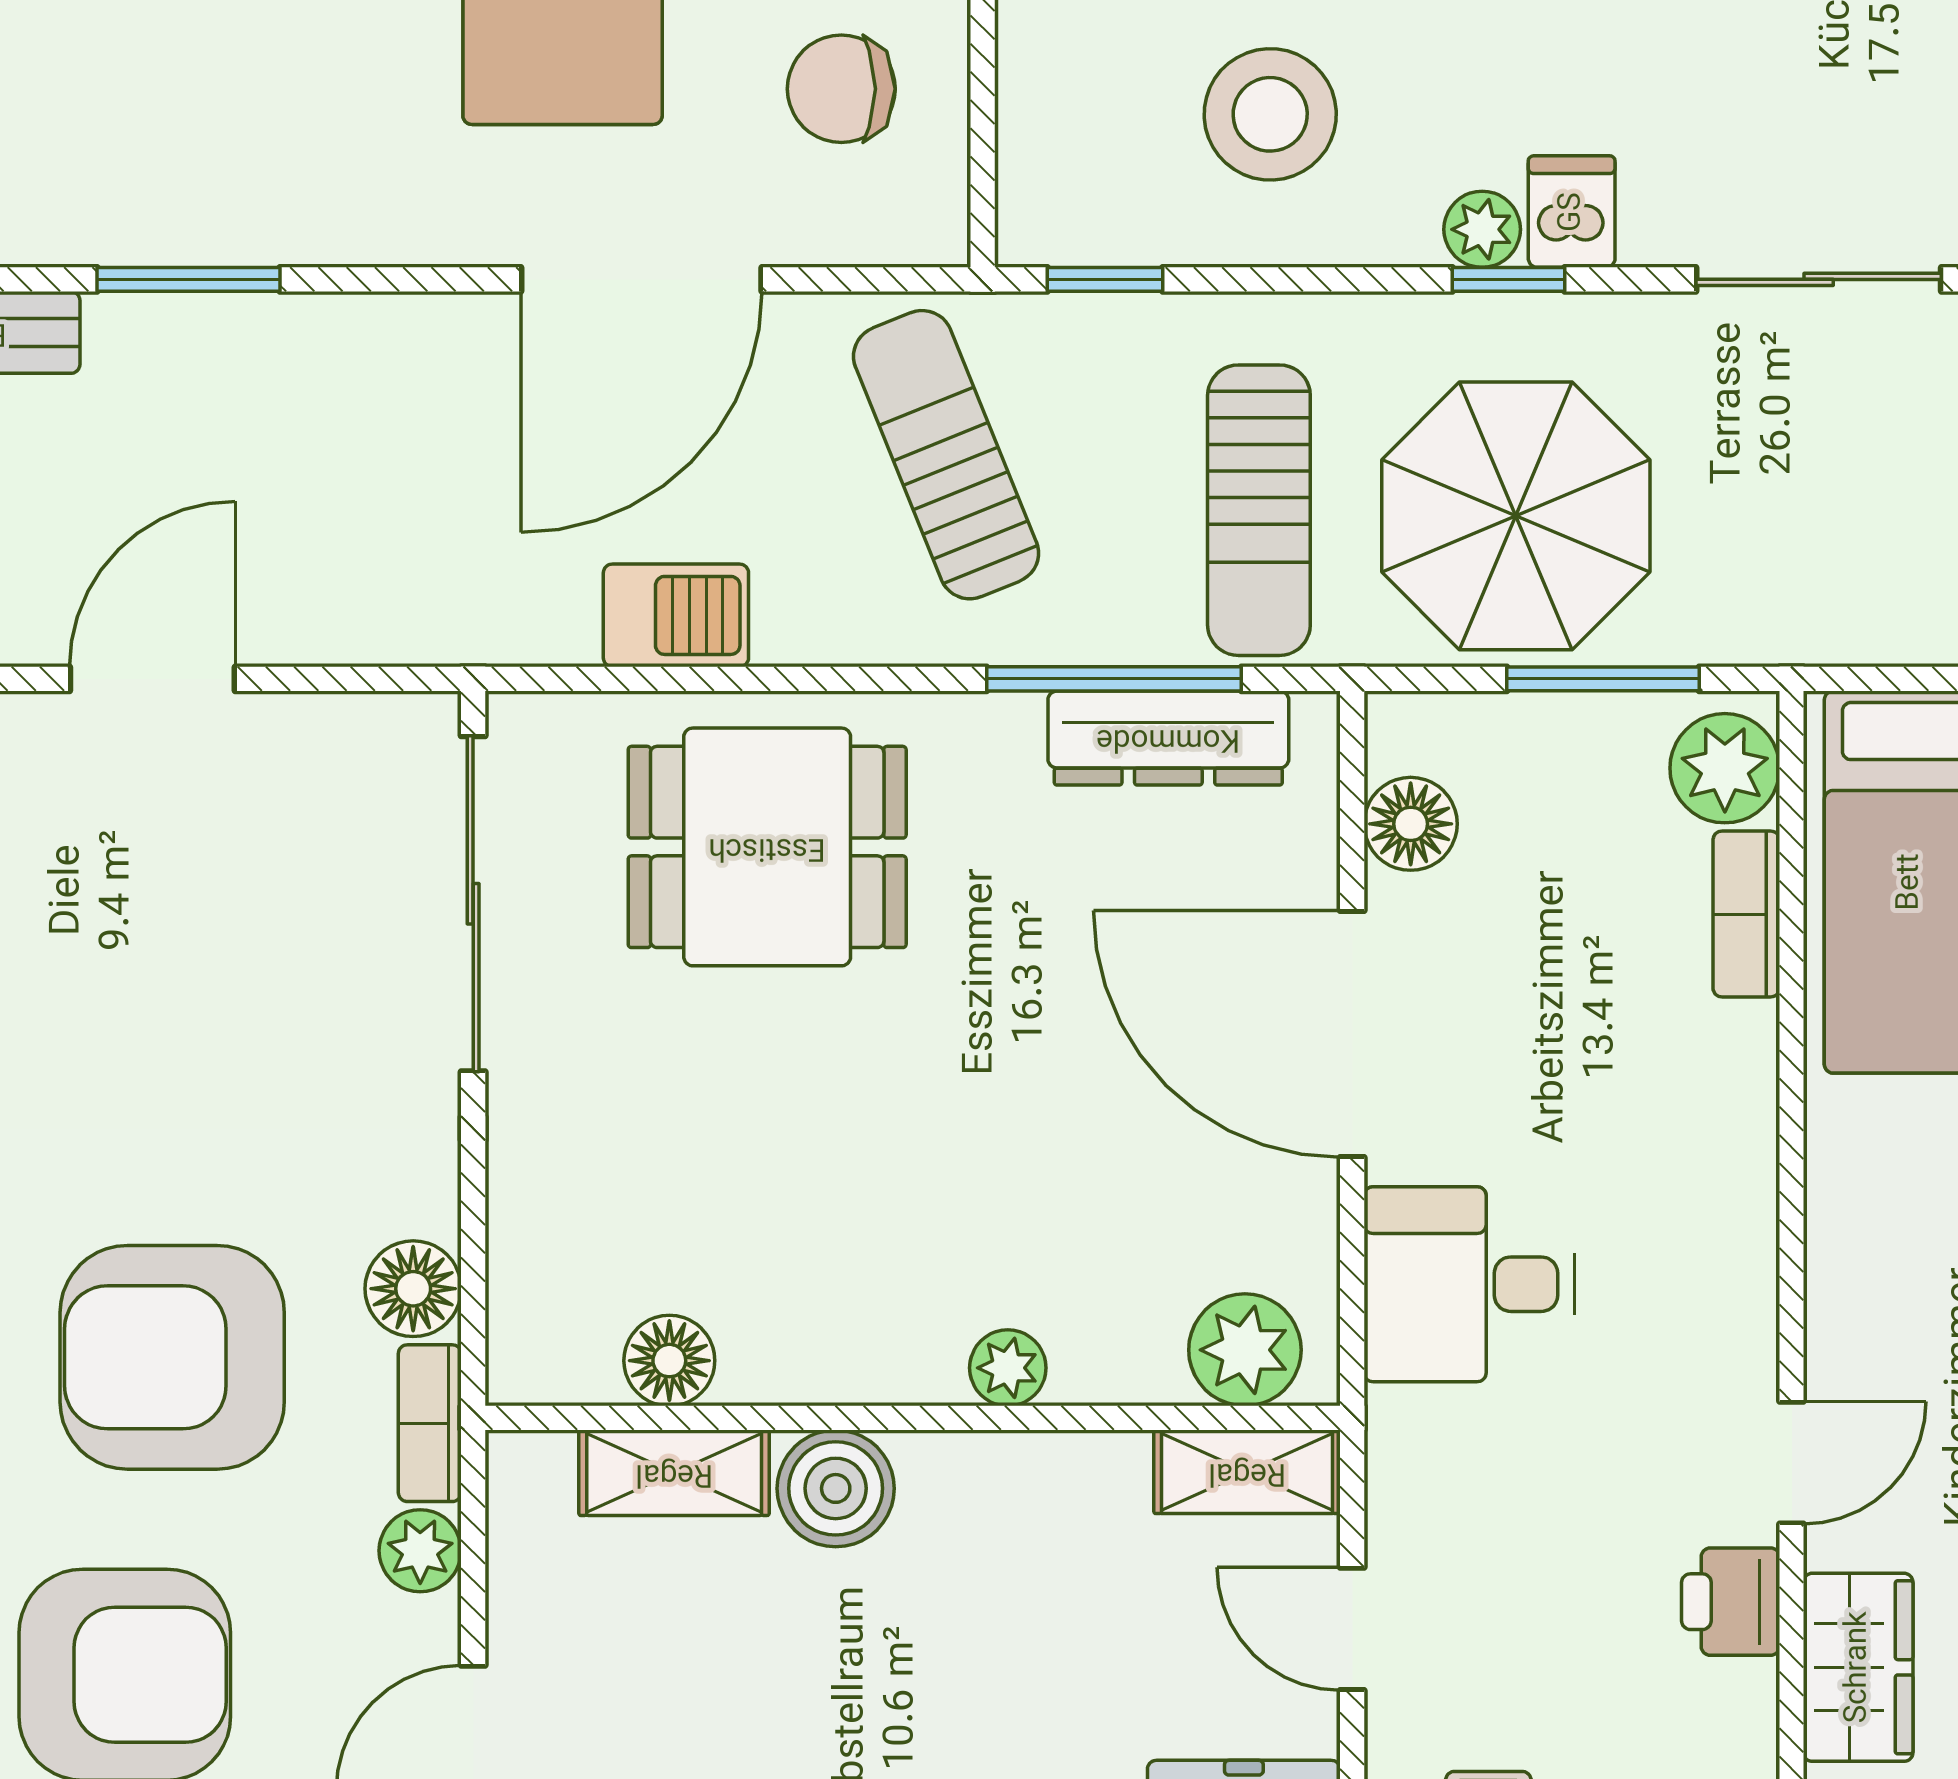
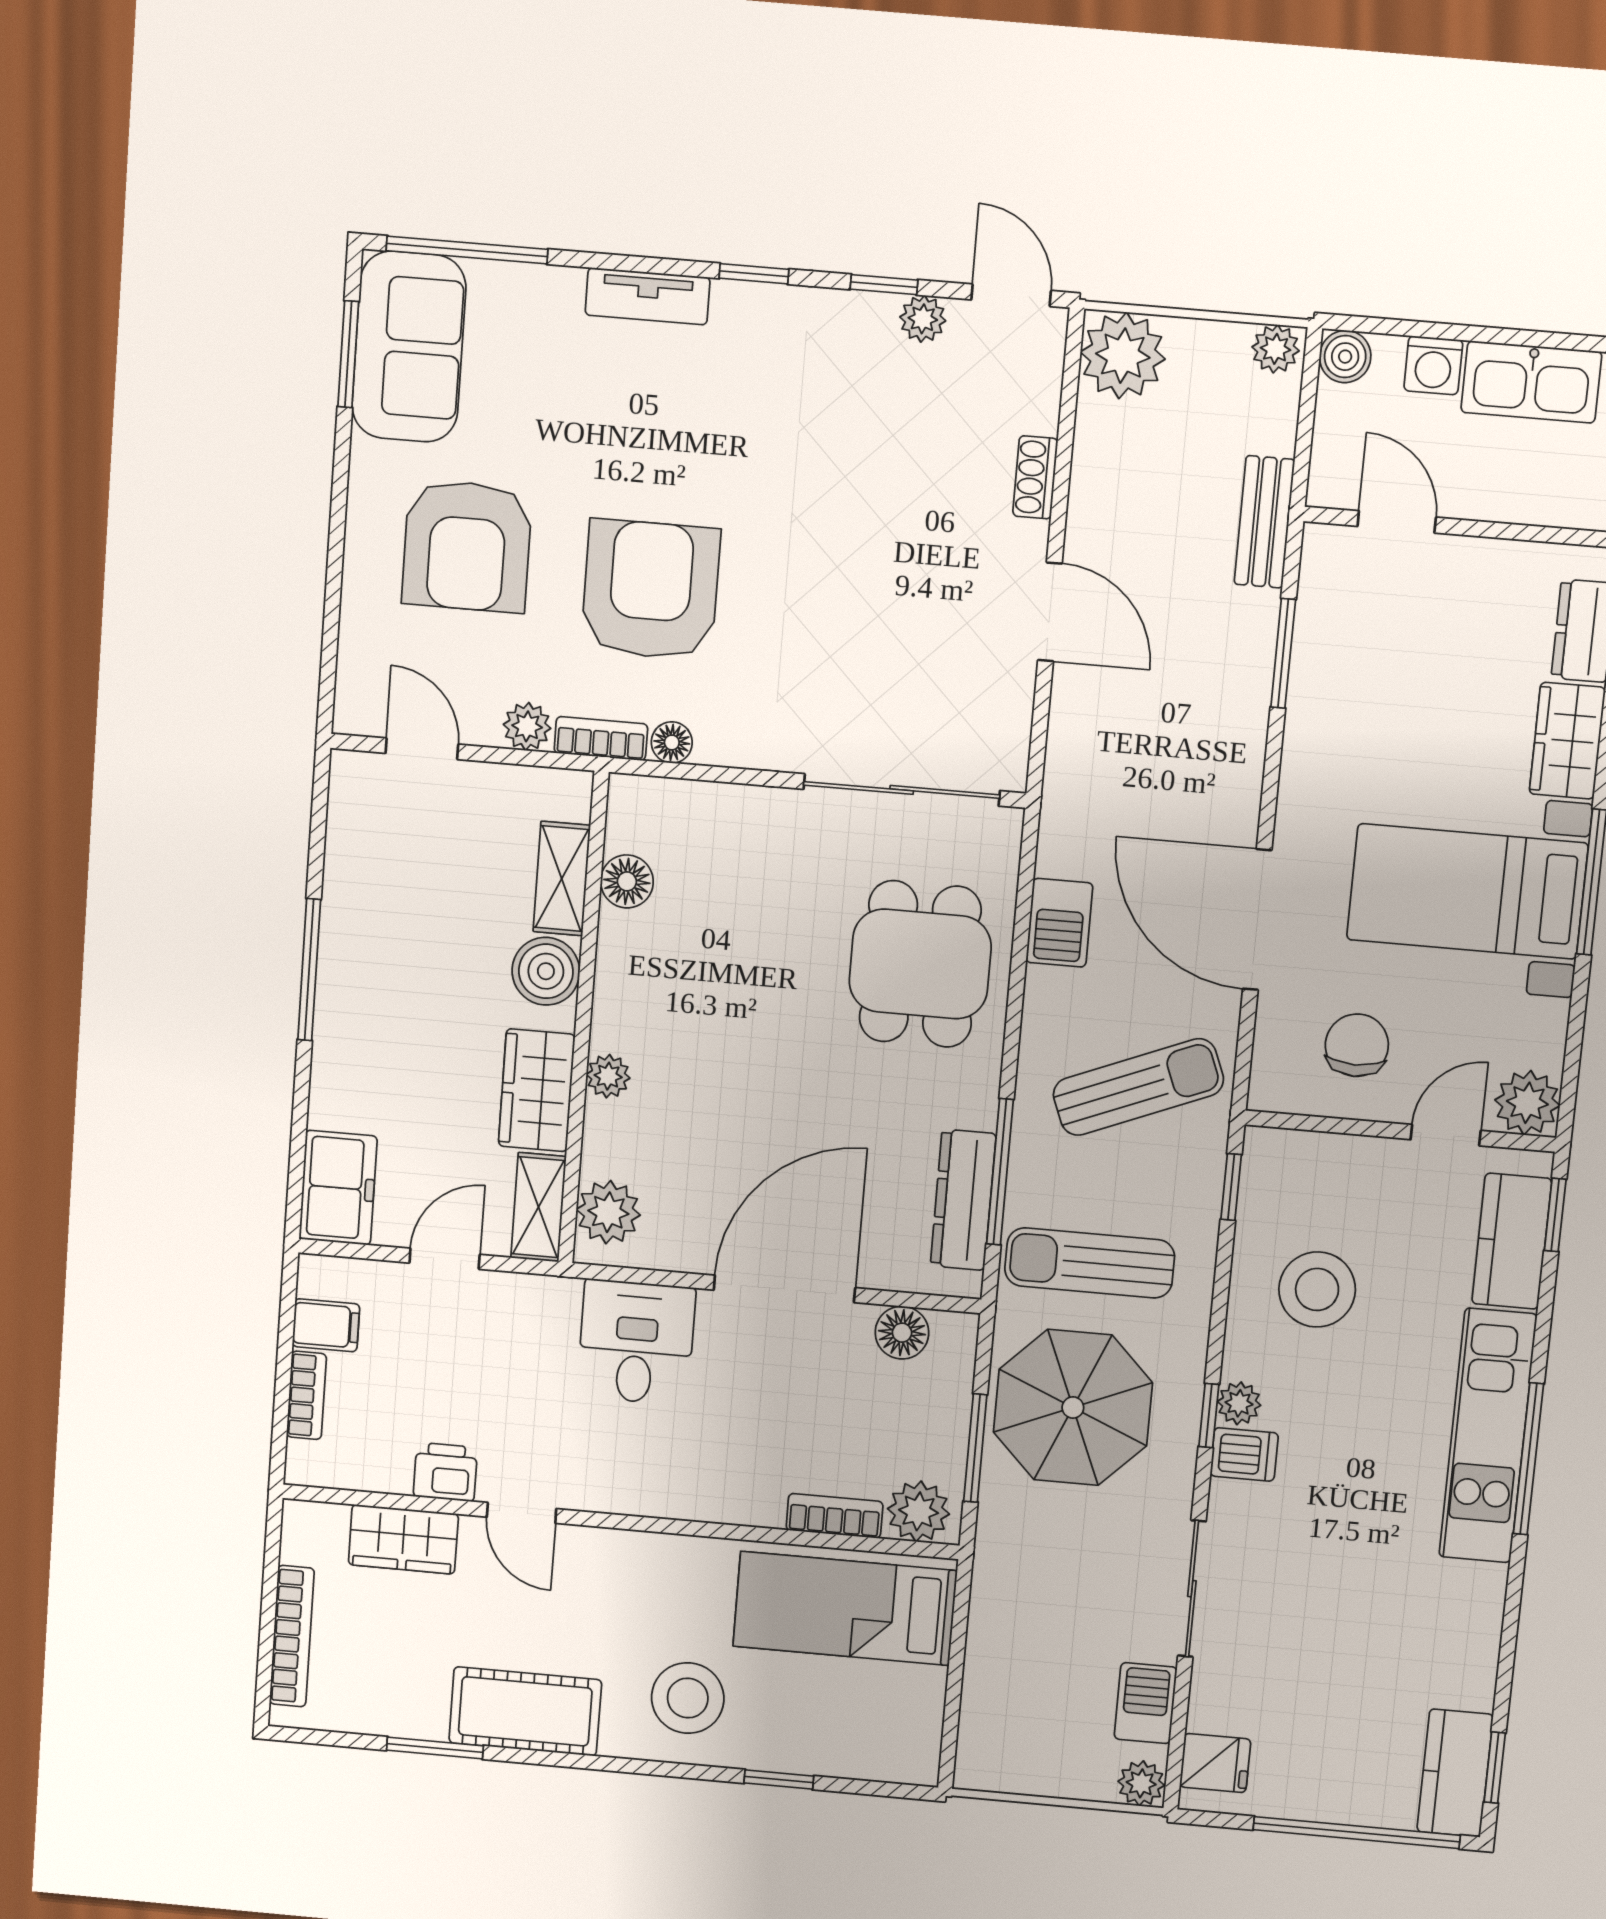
floor lamp: (413, 1289) -> (672, 742), width x0.73, depth x0.73
wardrobe: (1043, 1490) -> (537, 1090), added

